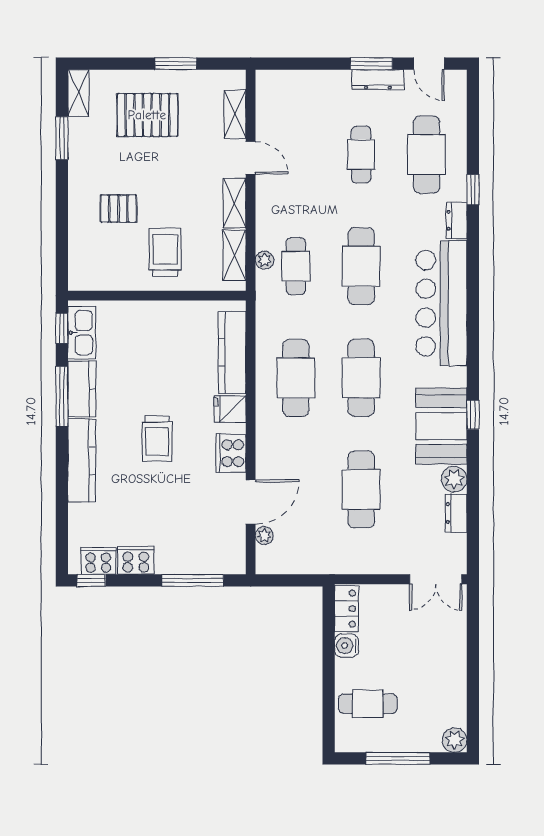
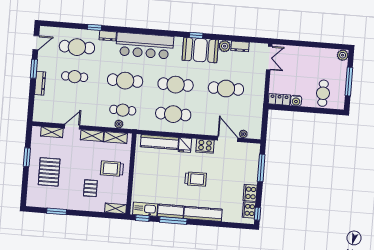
dresser: (378, 80) -> (40, 83), moved
shelving: (78, 93) -> (116, 208), moved

